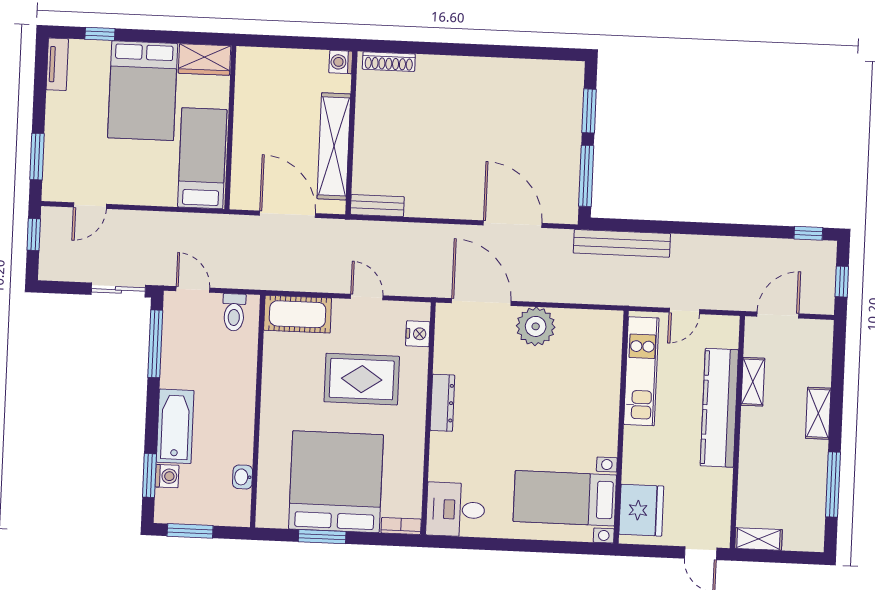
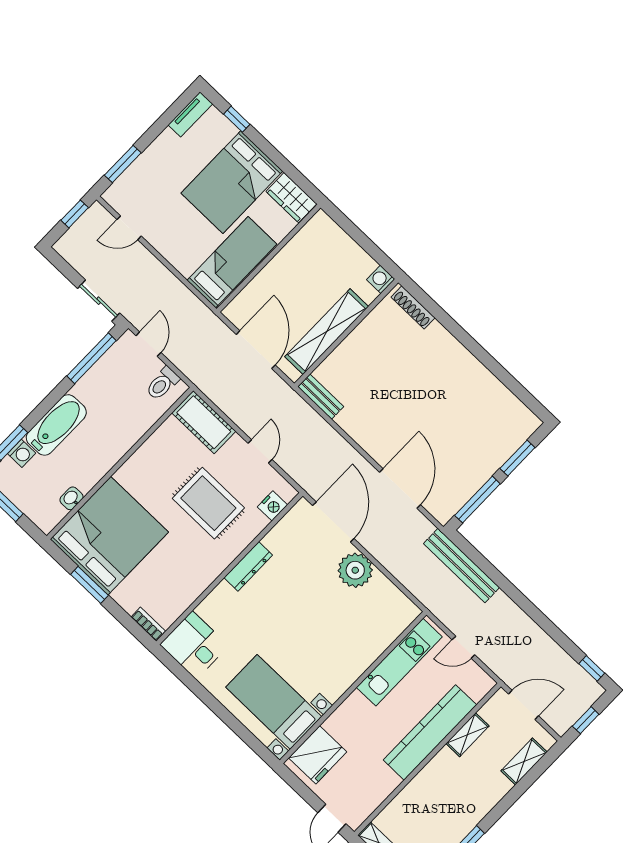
shelving: (818, 413) -> (524, 761), moved
bed: (336, 482) -> (109, 536), moved

